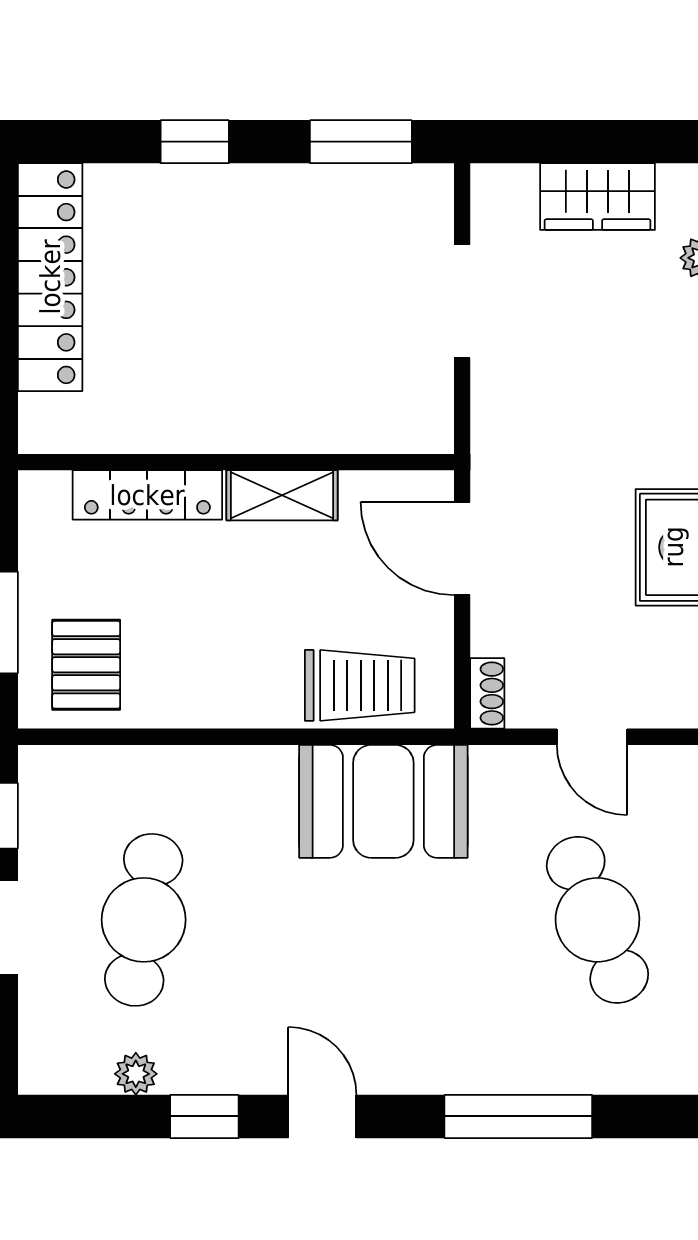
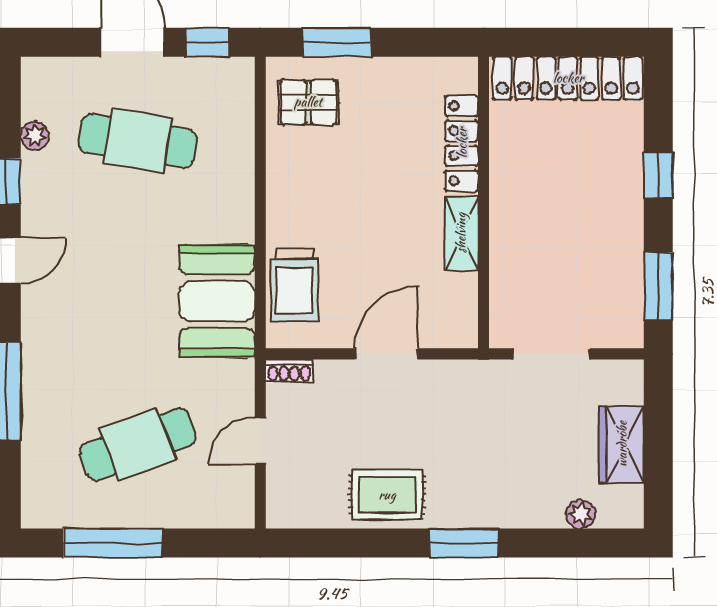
wall: (236, 462) -> (484, 203), moved
locker: (147, 495) -> (462, 143), moved
shelving: (282, 495) -> (461, 233), moved

